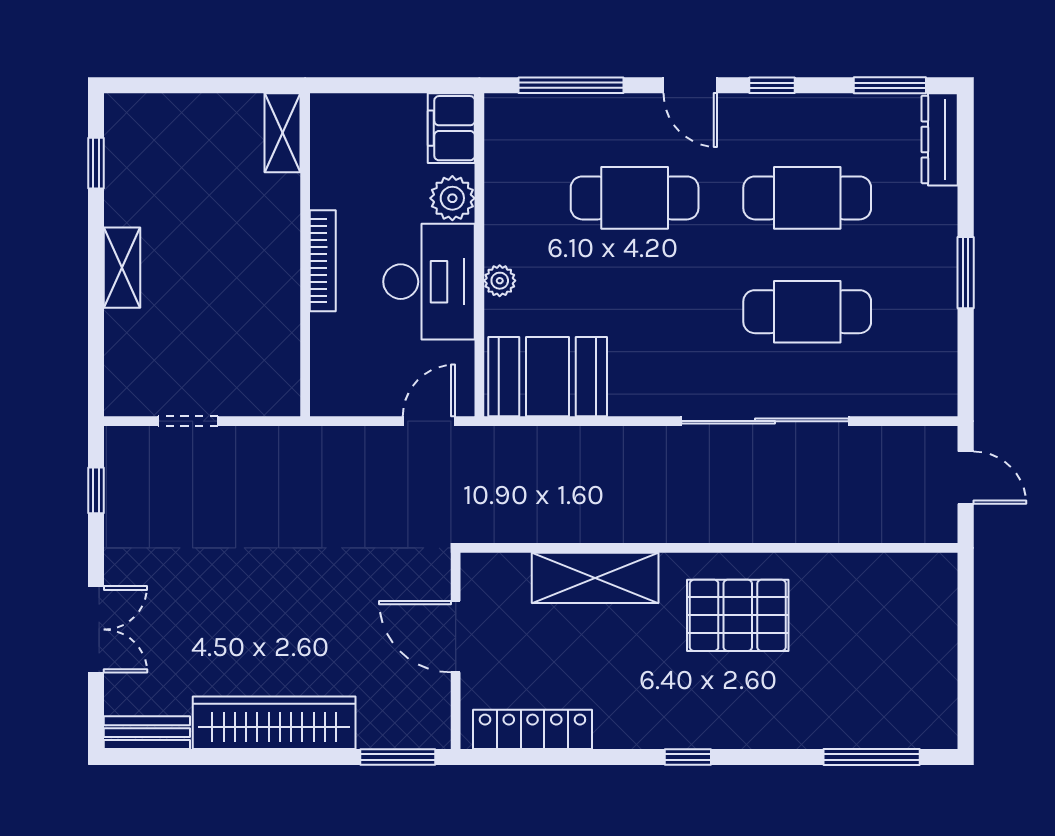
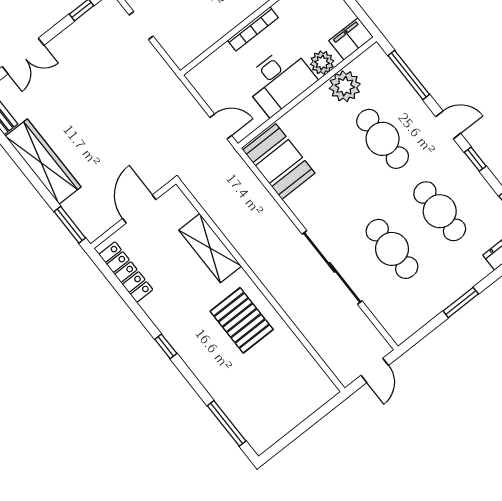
door: (690, 85) -> (448, 125), swing flipped
plant: (500, 281) -> (345, 86), moved, width x1.88, depth x1.88

